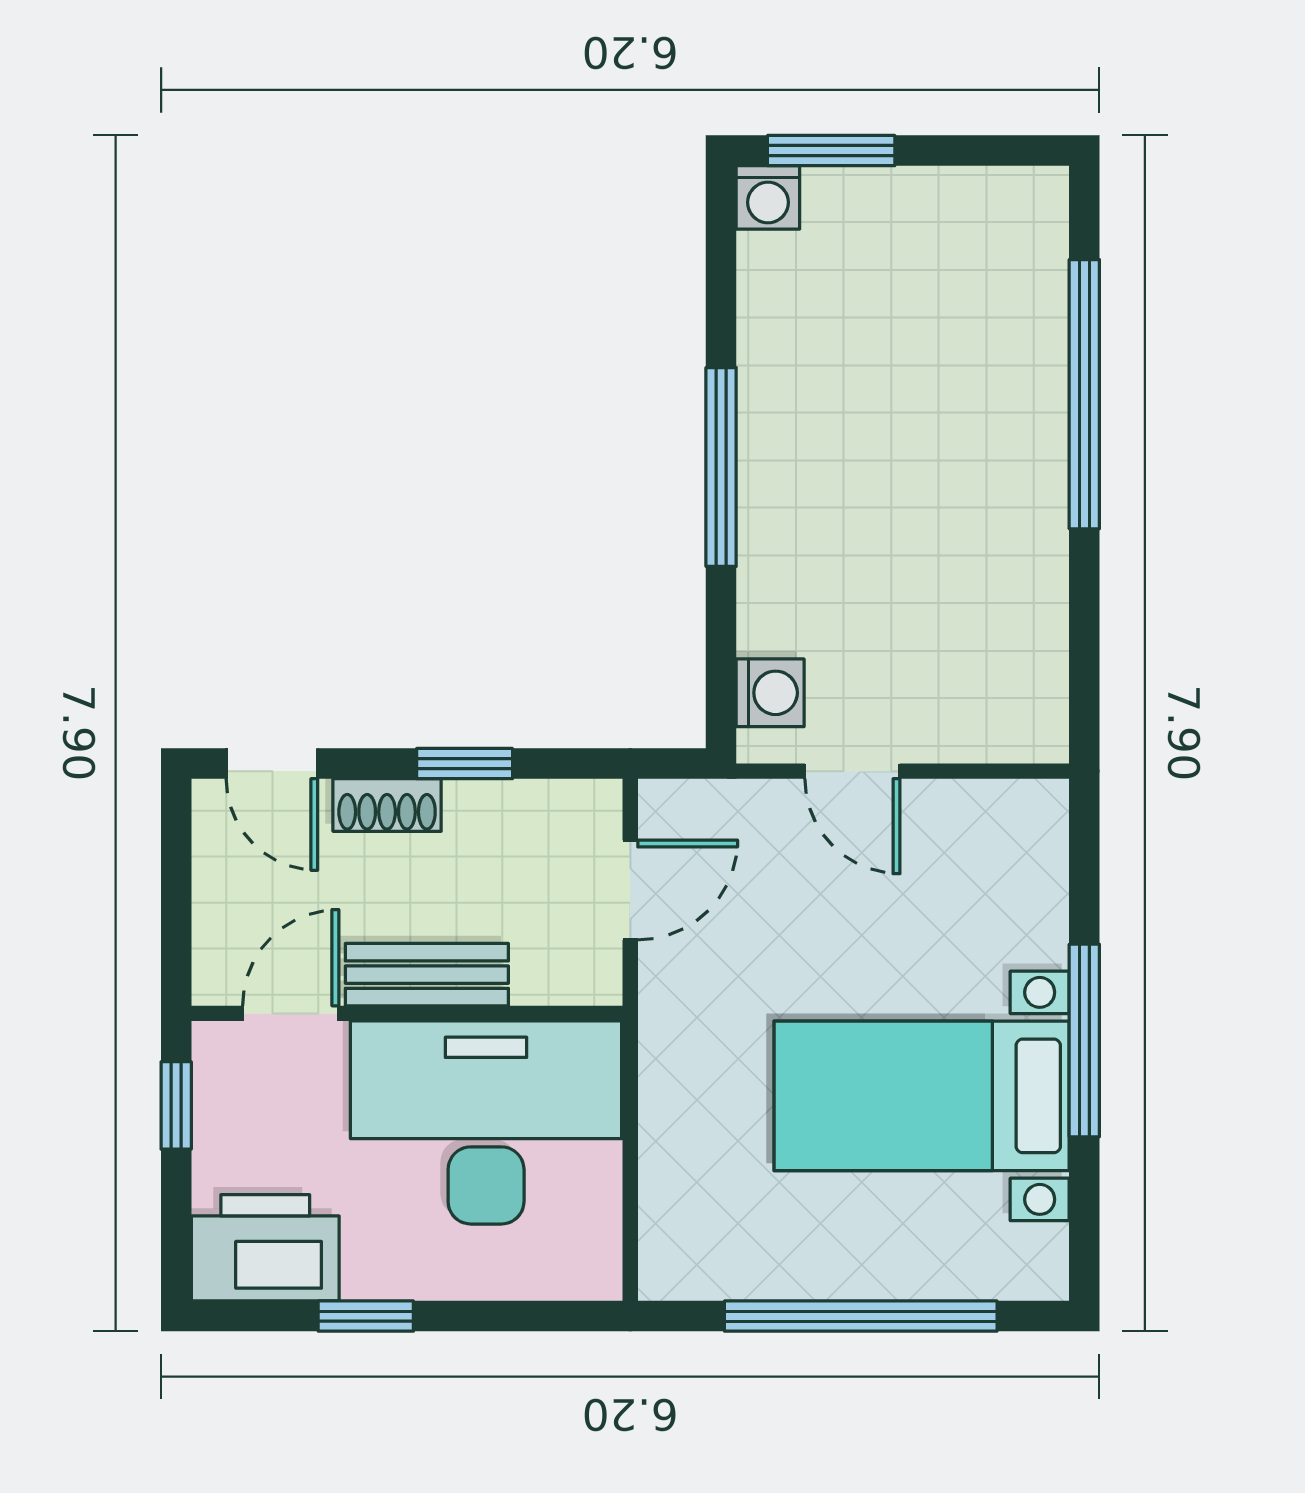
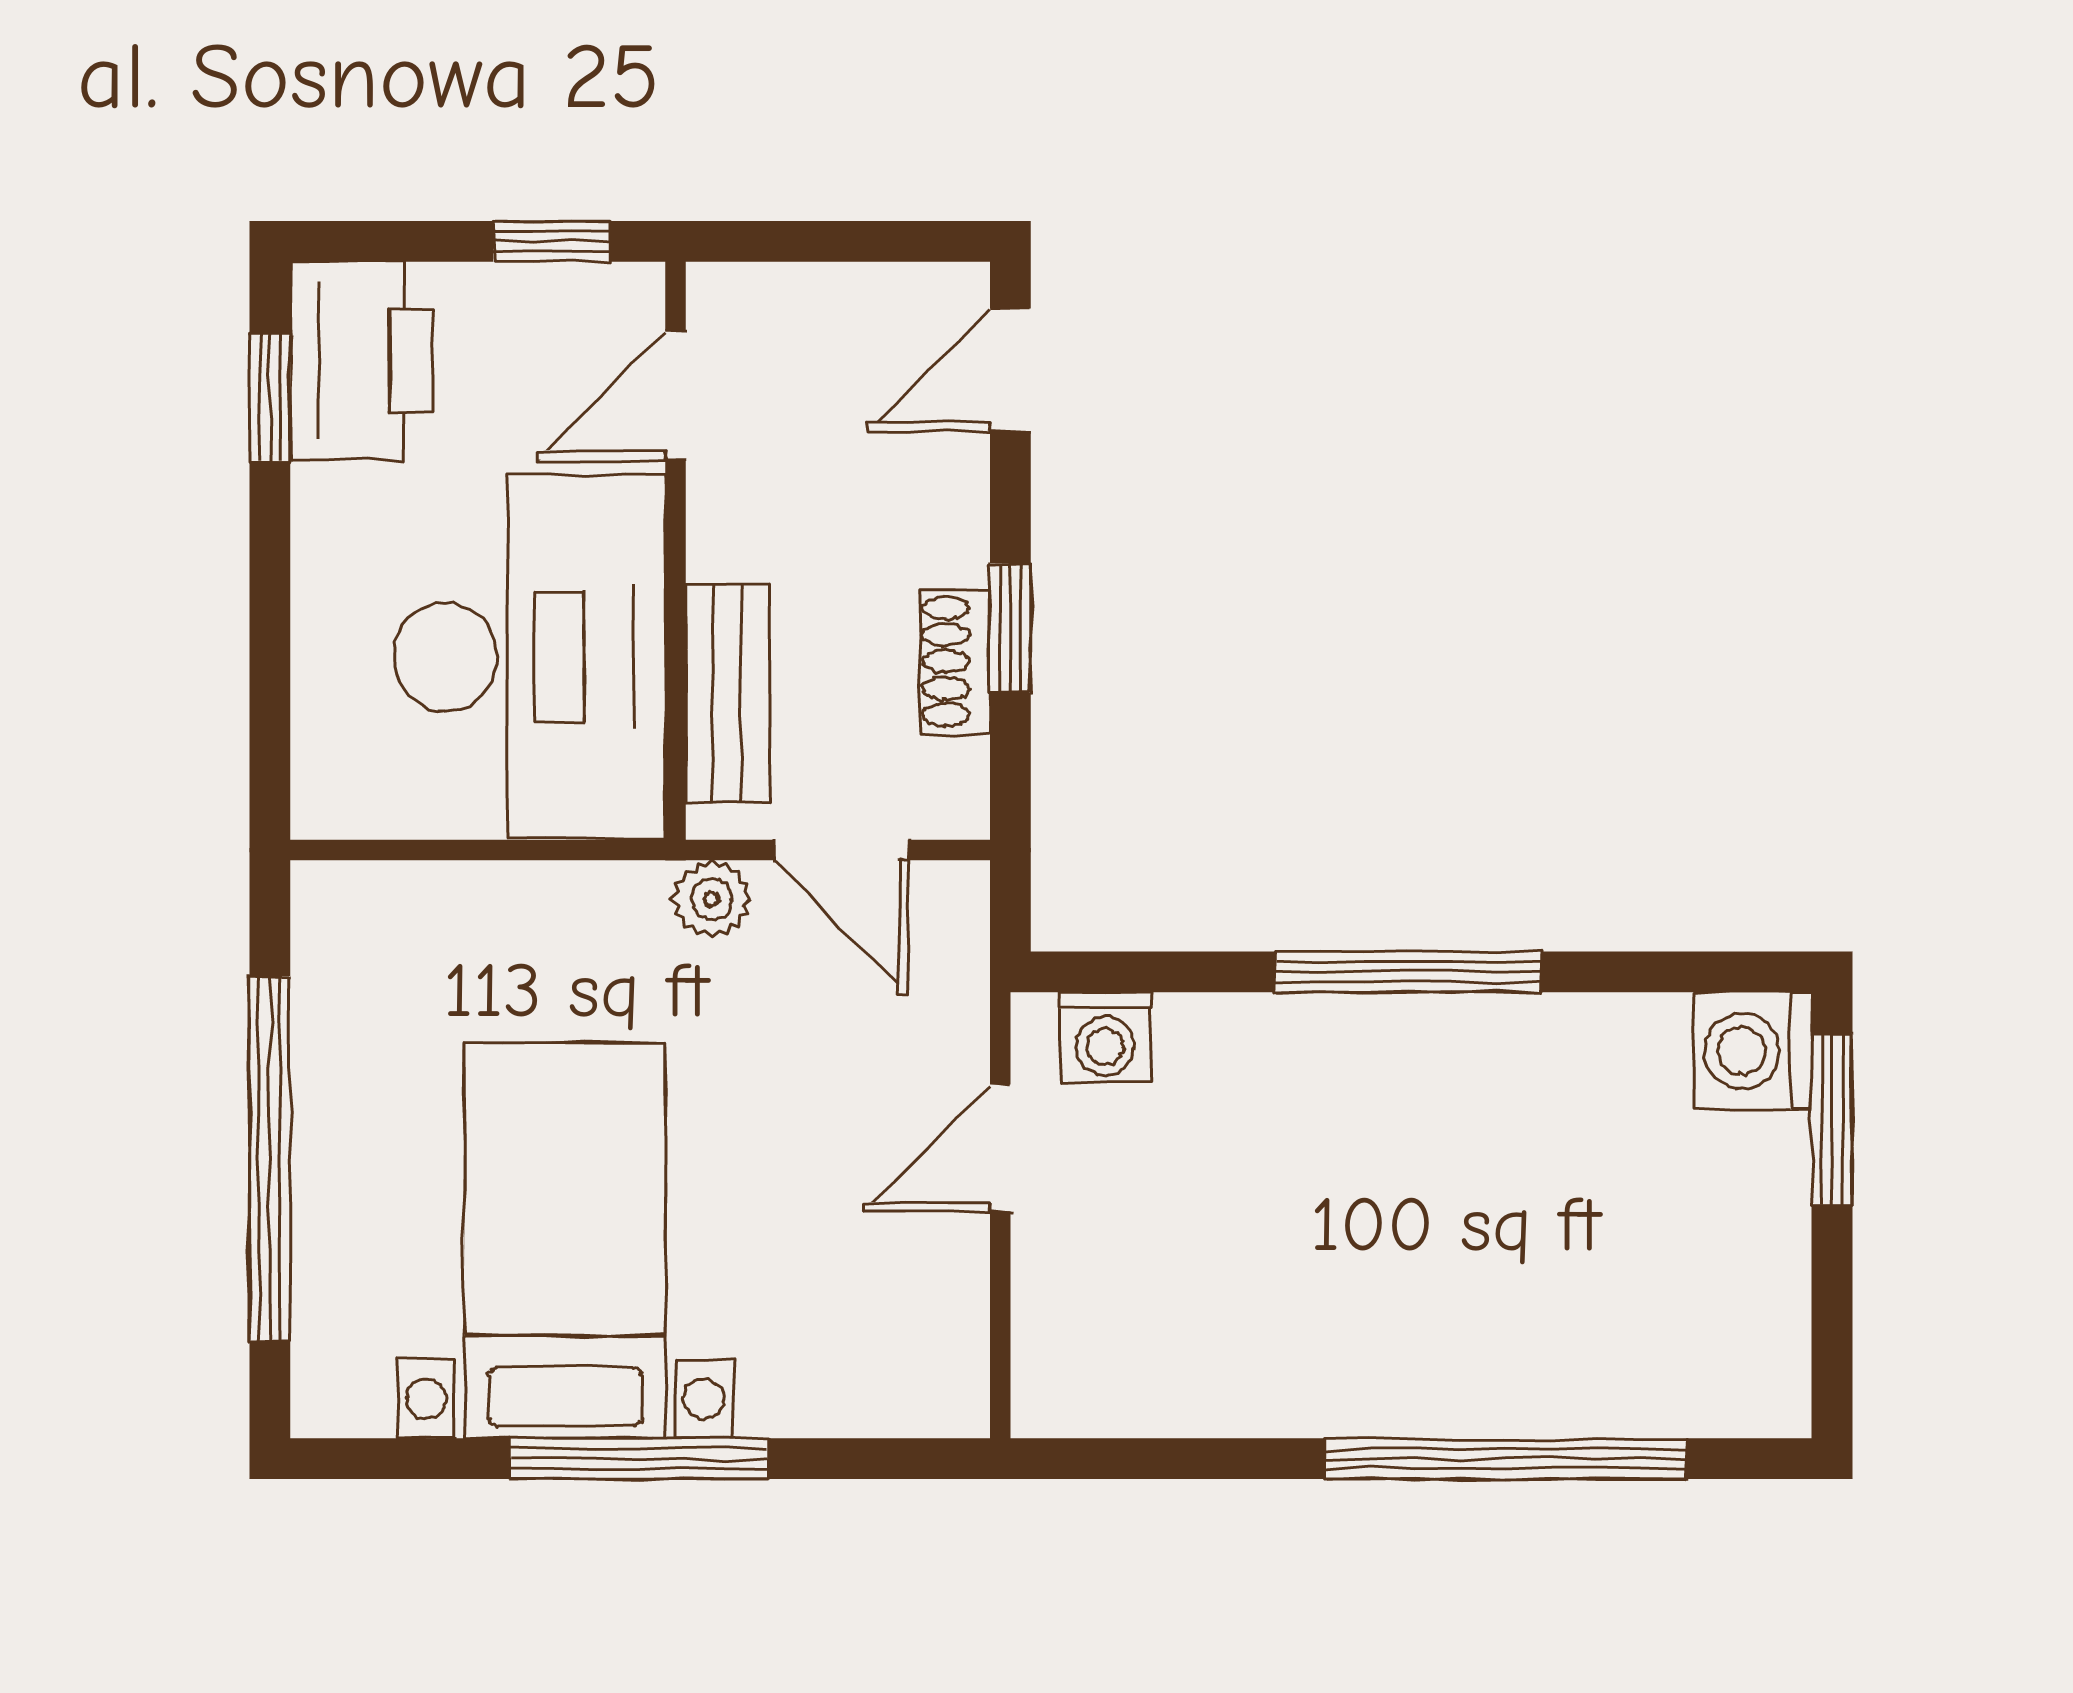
washing machine: (768, 197) -> (1753, 1051), width x1.38, depth x1.38
shoe rack: (387, 805) -> (955, 662), moved
bench: (427, 975) -> (727, 693), moved
plant: (667, 986) -> (712, 899), added
door: (291, 1013) -> (676, 395), swing flipped
window: (366, 1316) -> (270, 397), moved

